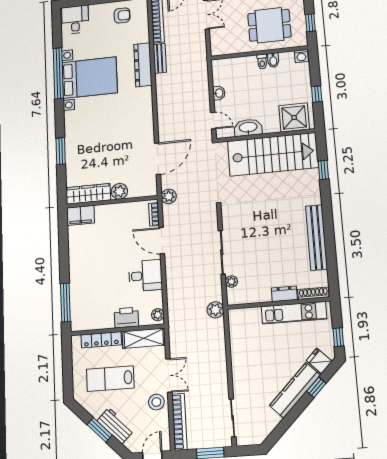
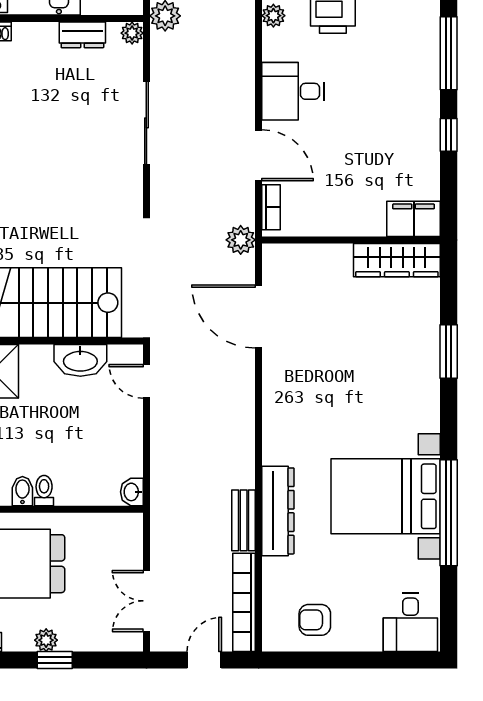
washbasin: (219, 93) -> (132, 492), moved
door: (157, 159) -> (259, 317), hinge flipped
plant: (119, 191) -> (336, 259), removed
window: (64, 260) -> (449, 135), added
plant: (231, 281) -> (132, 33), moved
dresser: (284, 294) -> (82, 35), moved

